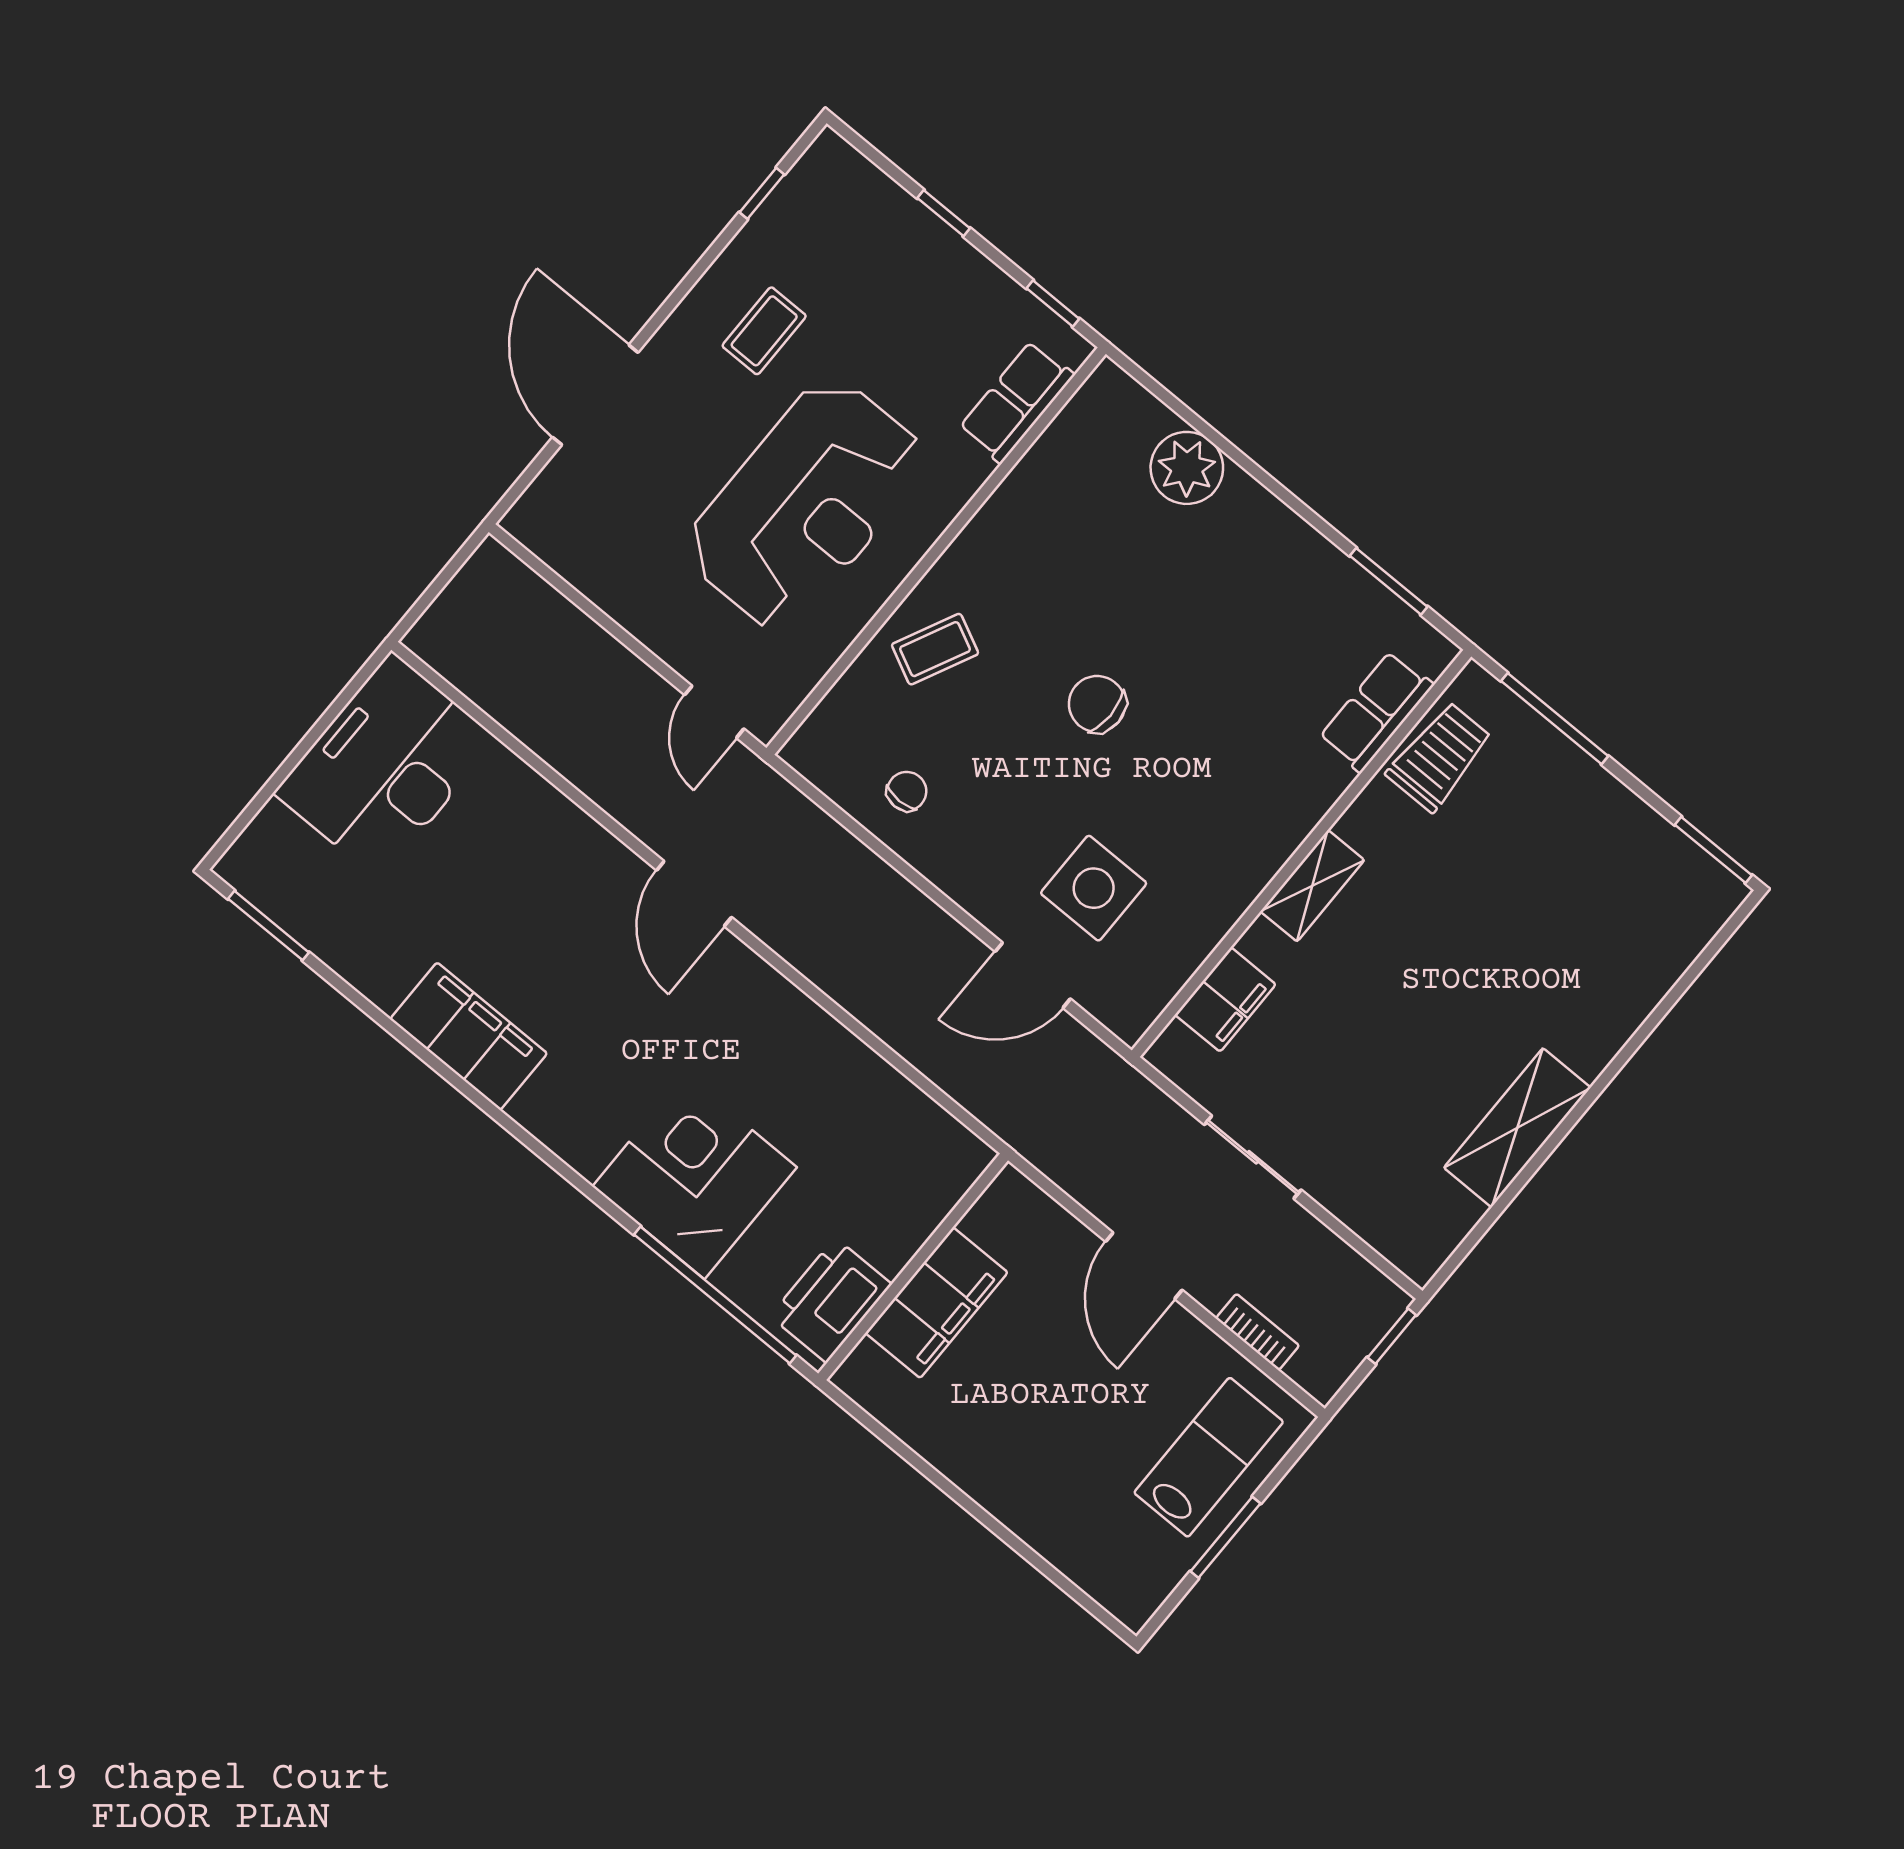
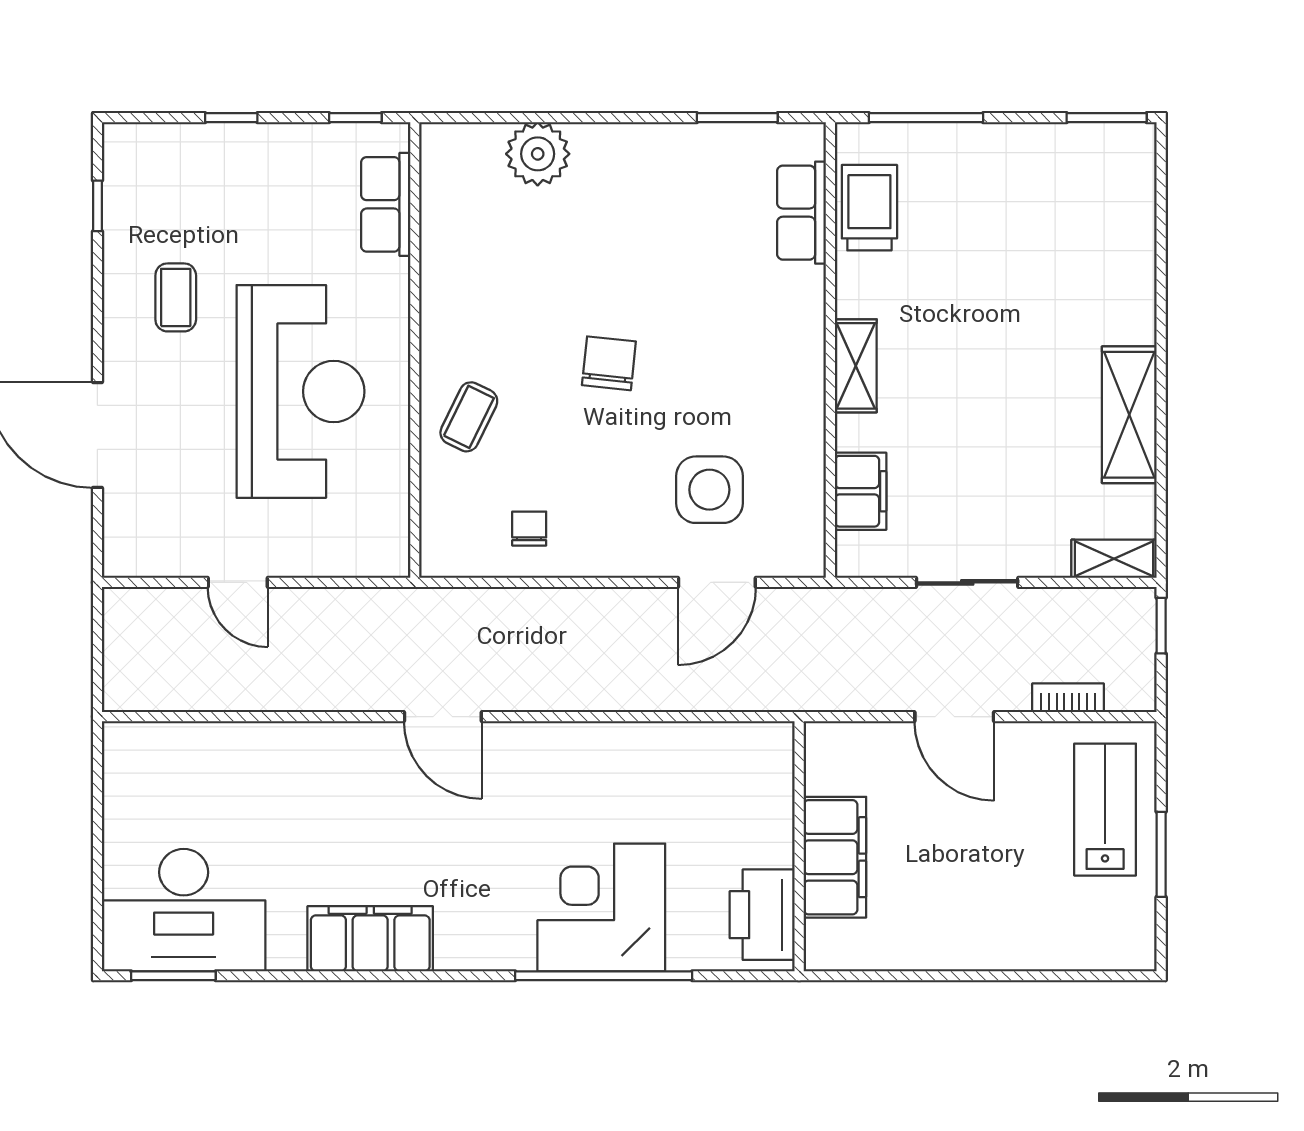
chair: (1097, 704) -> (609, 363), turned 96
door: (714, 712) -> (238, 582), moved
desk: (385, 766) -> (184, 910), moved, turned -90
shelving: (1399, 1243) -> (1114, 559), added
window: (715, 1295) -> (604, 976), moved

